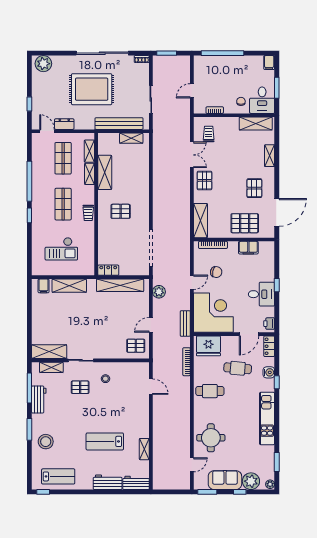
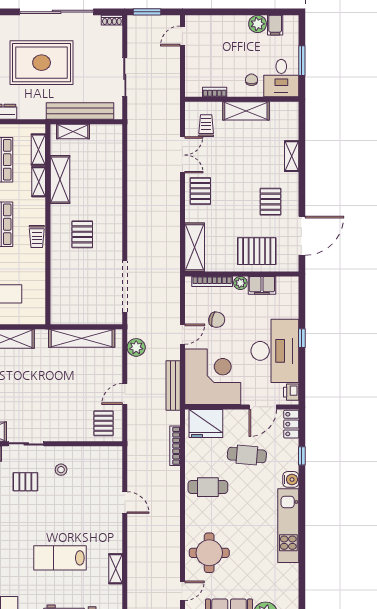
window: (222, 53) -> (226, 12), removed
plant: (245, 62) -> (258, 24), added
filing cabinet: (269, 63) -> (275, 25), moved
door: (192, 91) -> (182, 36), moved
shelving: (256, 124) -> (246, 111), moved
shelving: (131, 138) -> (73, 131), moved
pallet: (121, 211) -> (82, 234), turned 90
plant: (233, 246) -> (240, 283), added
locker: (108, 270) -> (65, 317), removed
desk: (261, 294) -> (275, 351), width x1.87, depth x1.30
bench: (185, 323) -> (173, 385), width x1.36
pallet: (136, 346) -> (104, 423), turned 90
water cooler: (269, 372) -> (291, 479), moved
window: (277, 382) -> (302, 456), moved
door: (151, 387) -> (125, 503), moved
window: (277, 462) -> (302, 587), removed

